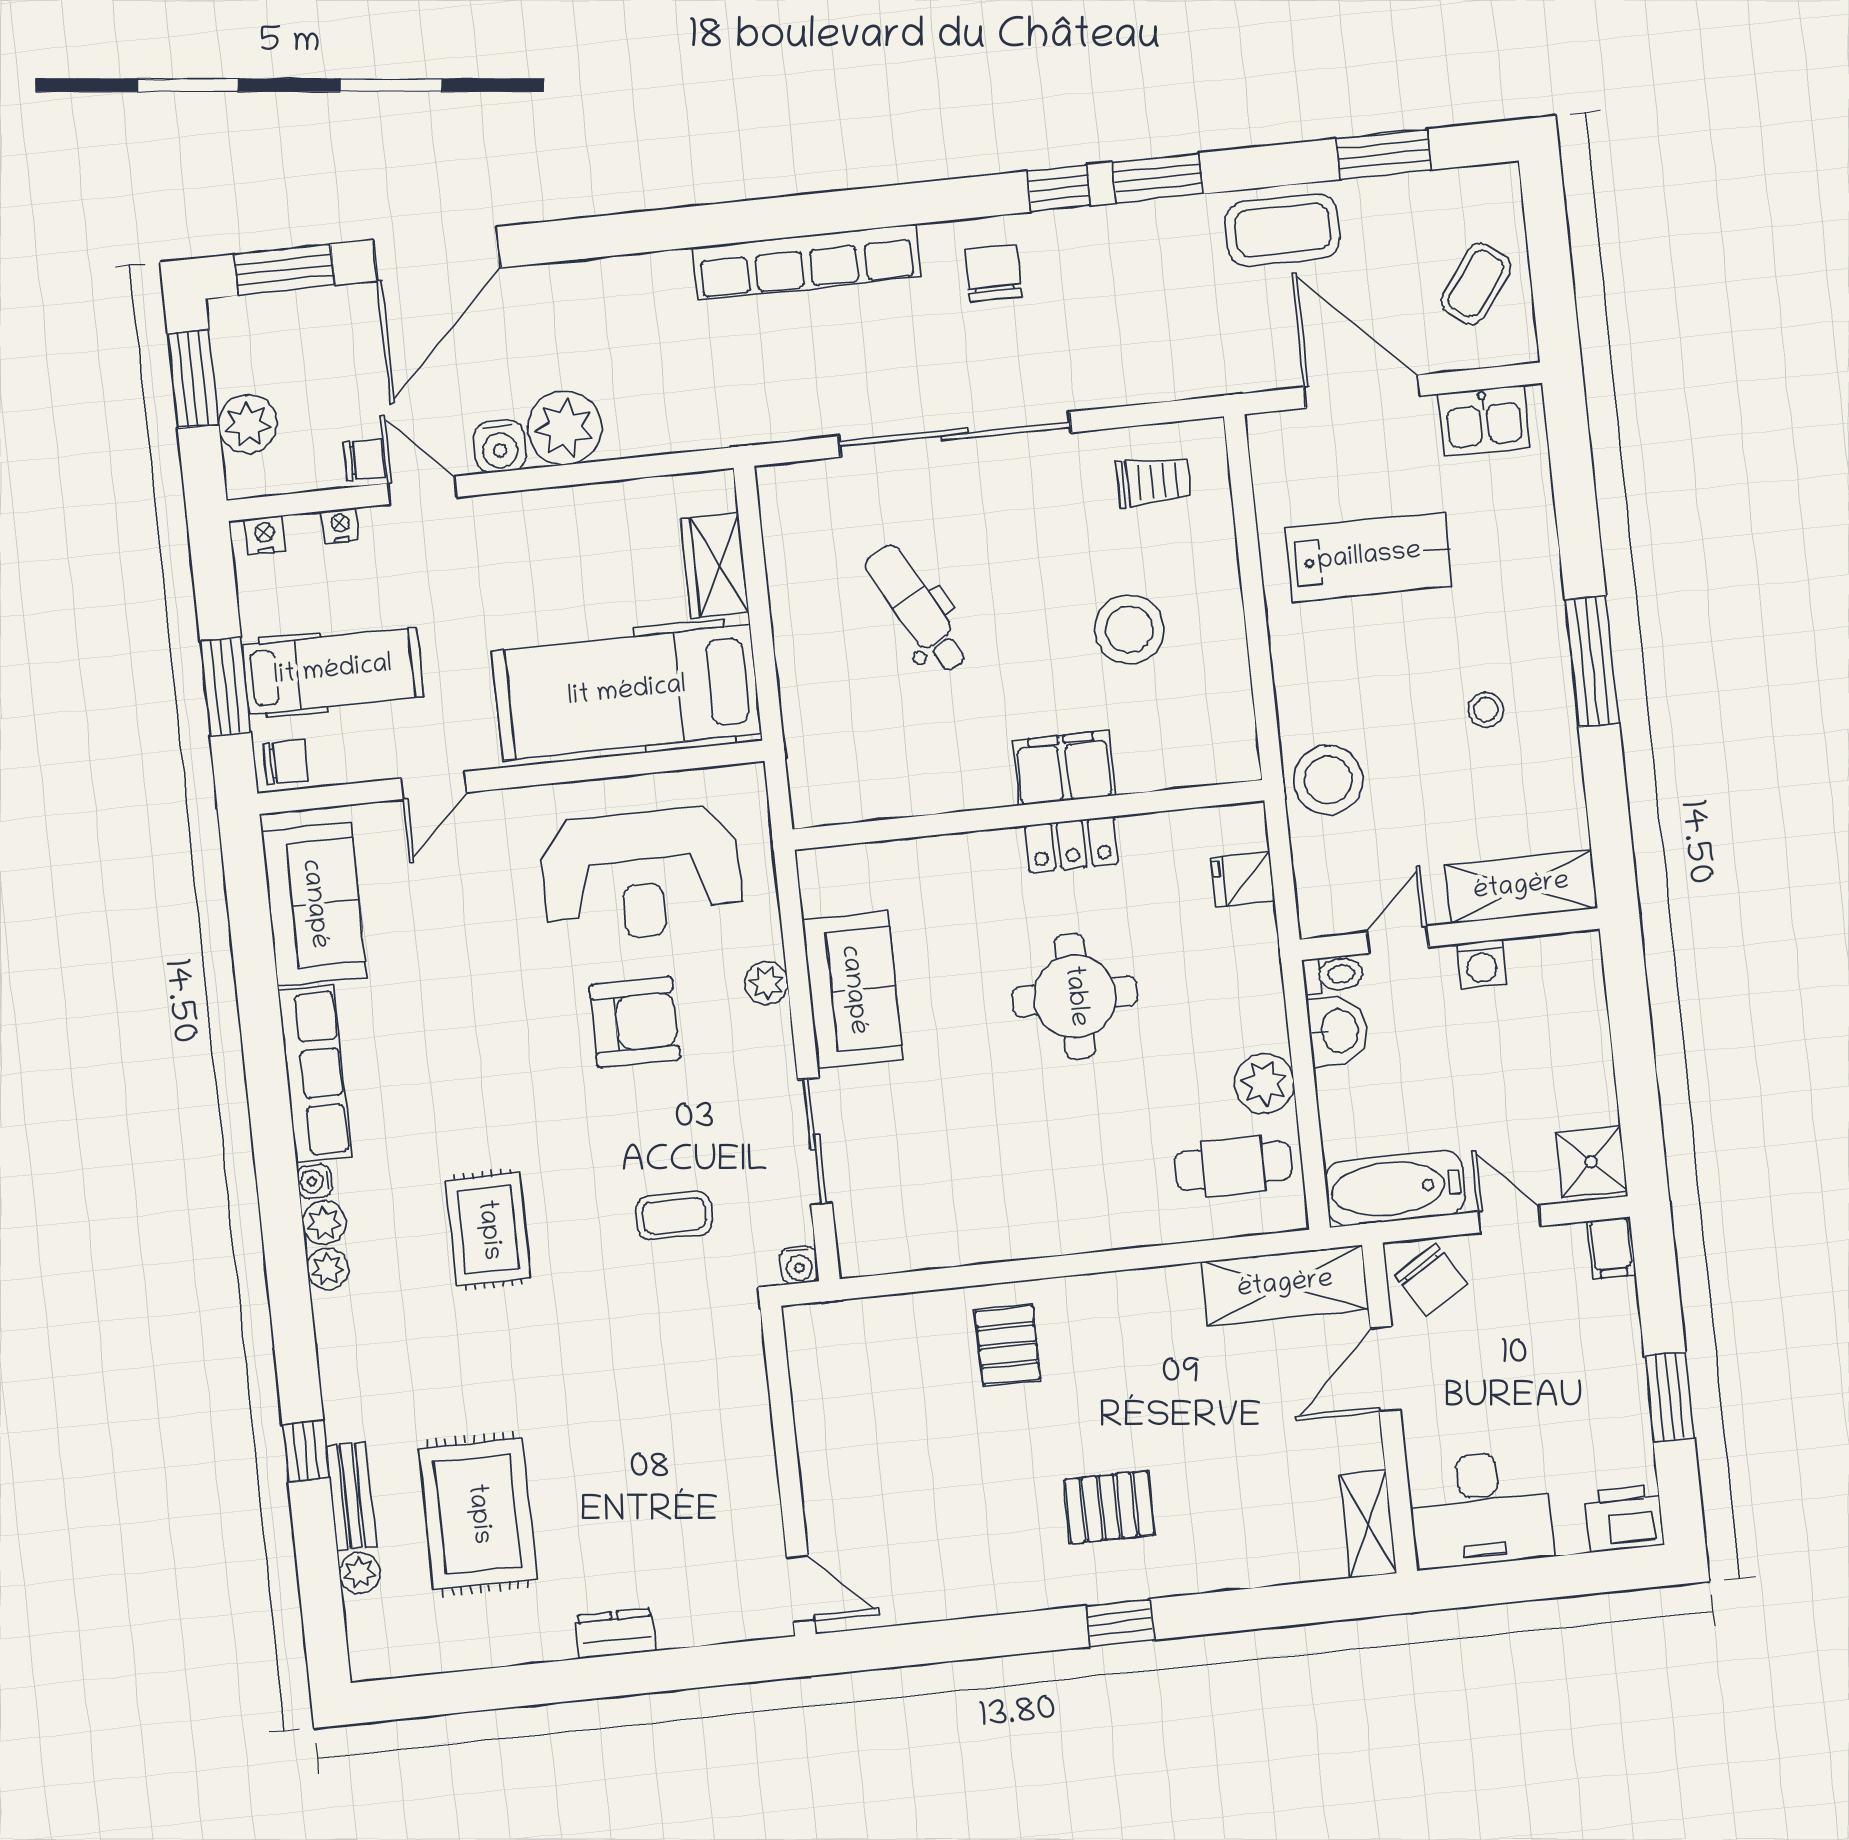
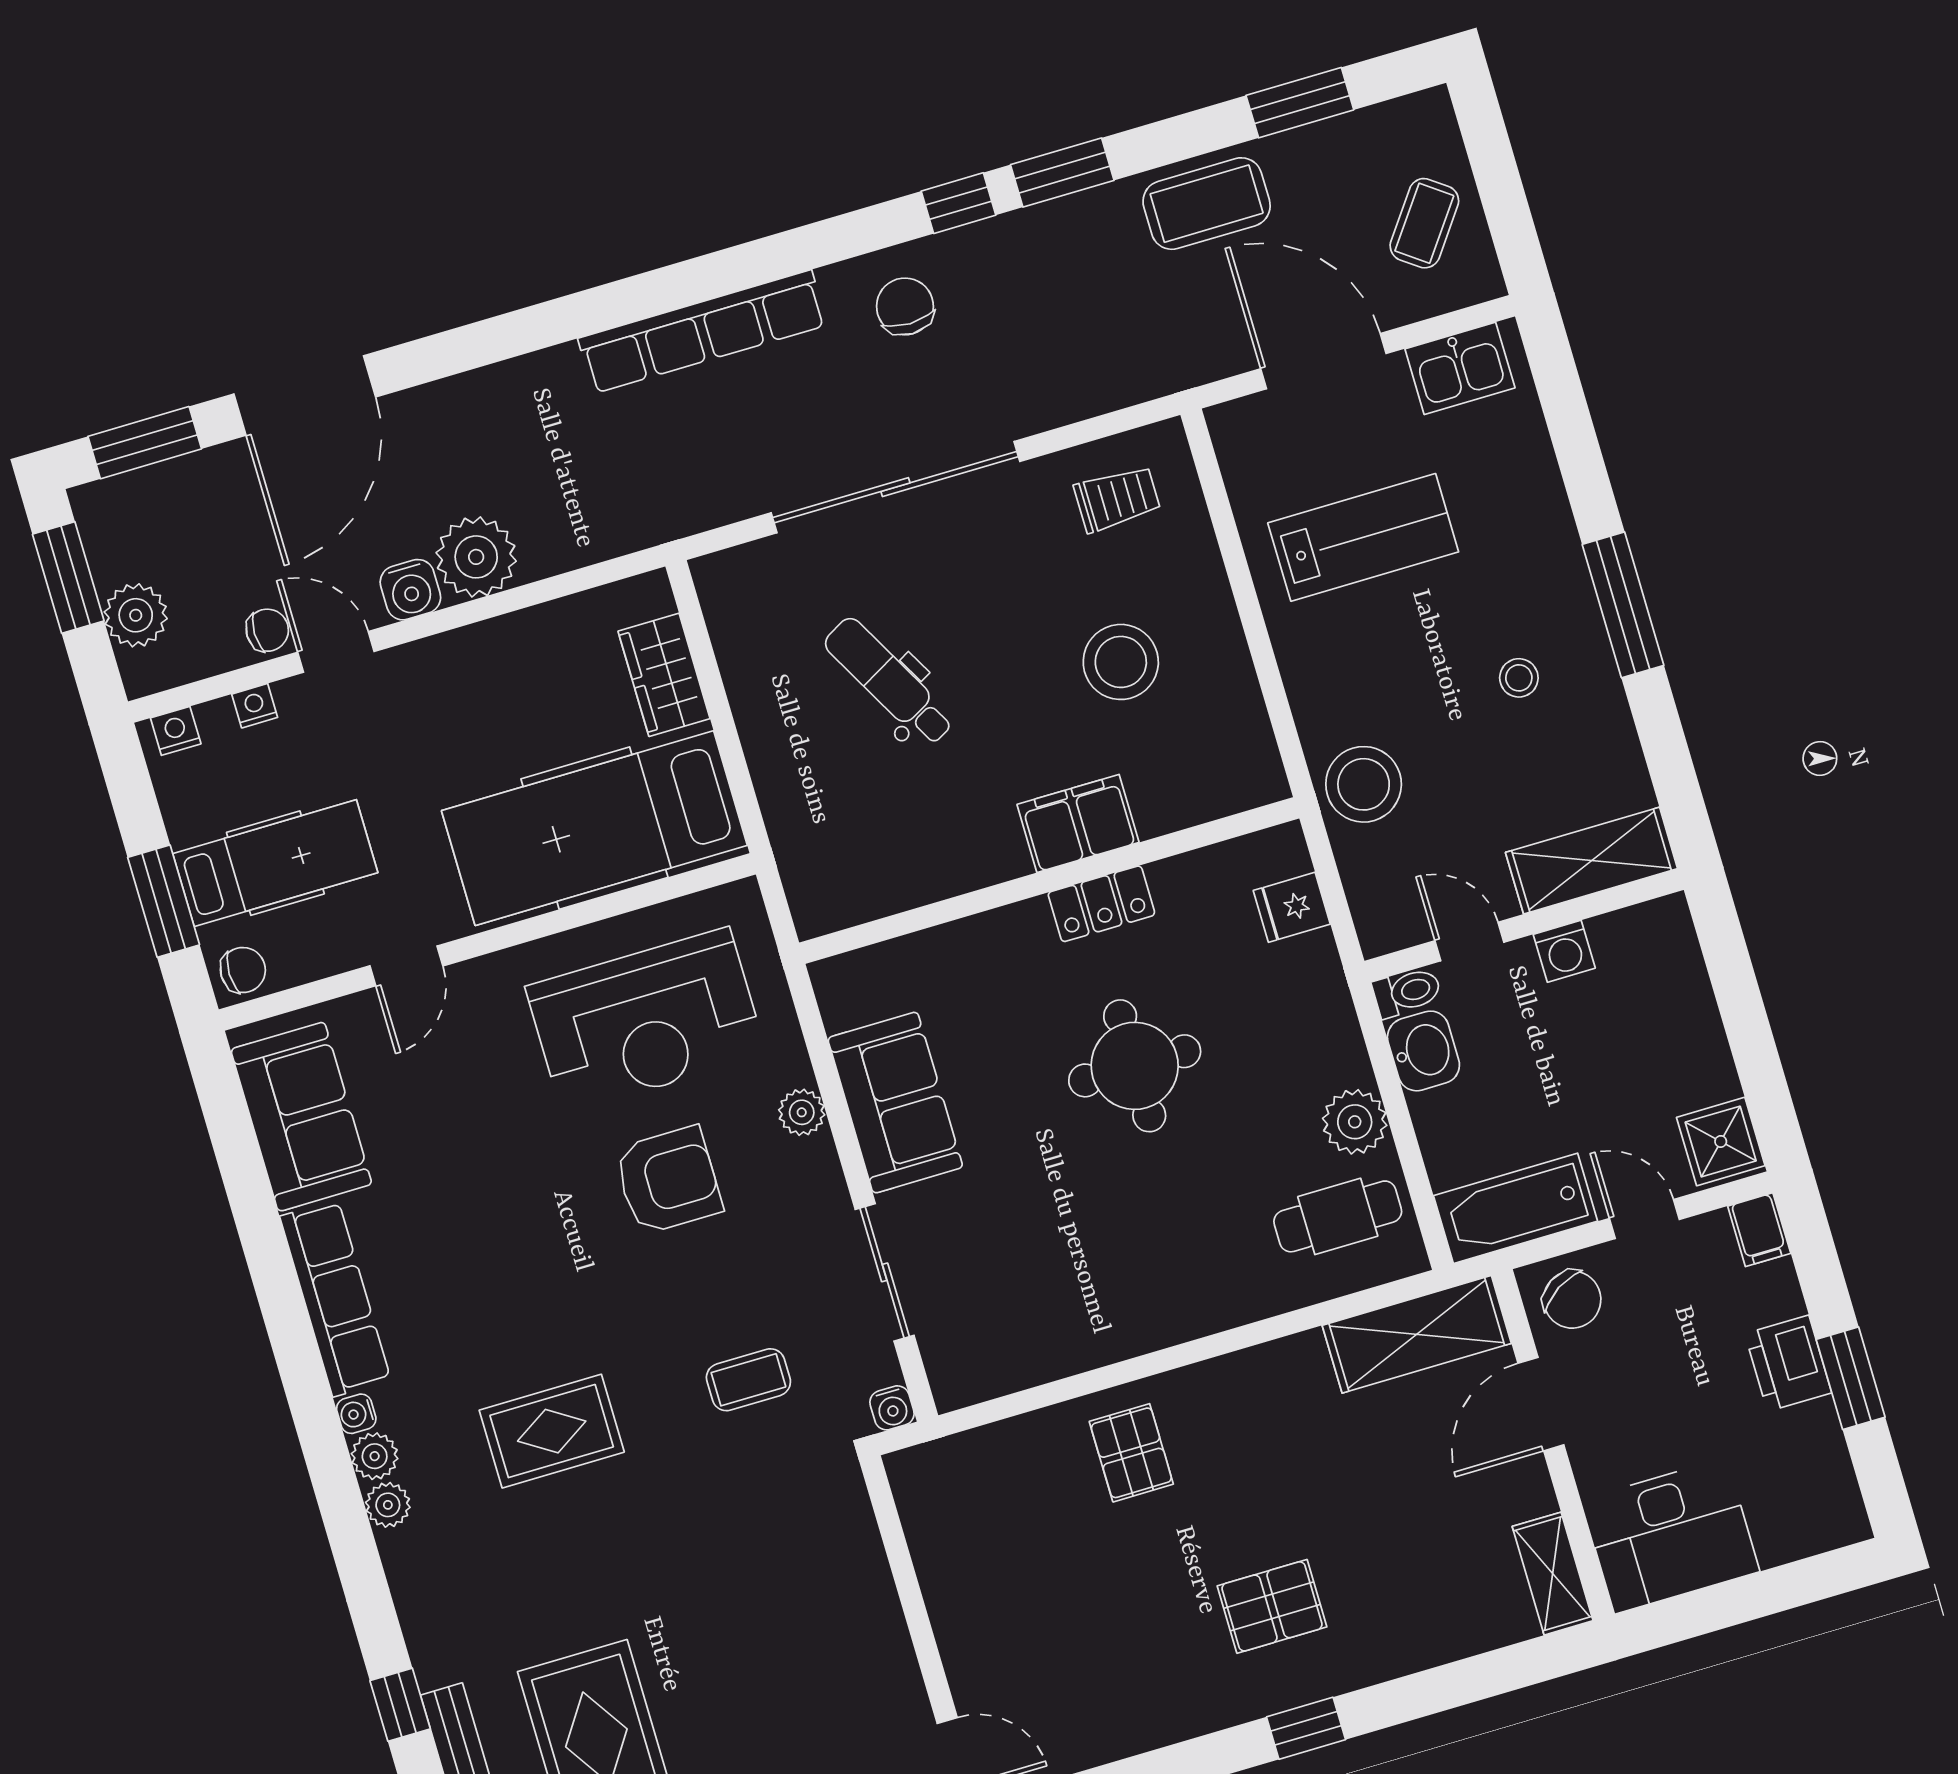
door: (1397, 940) -> (1469, 942), hinge flipped
rug: (488, 1230) -> (552, 1431), turned 90
printer: (1624, 1518) -> (1788, 1363), moved, turned -90

